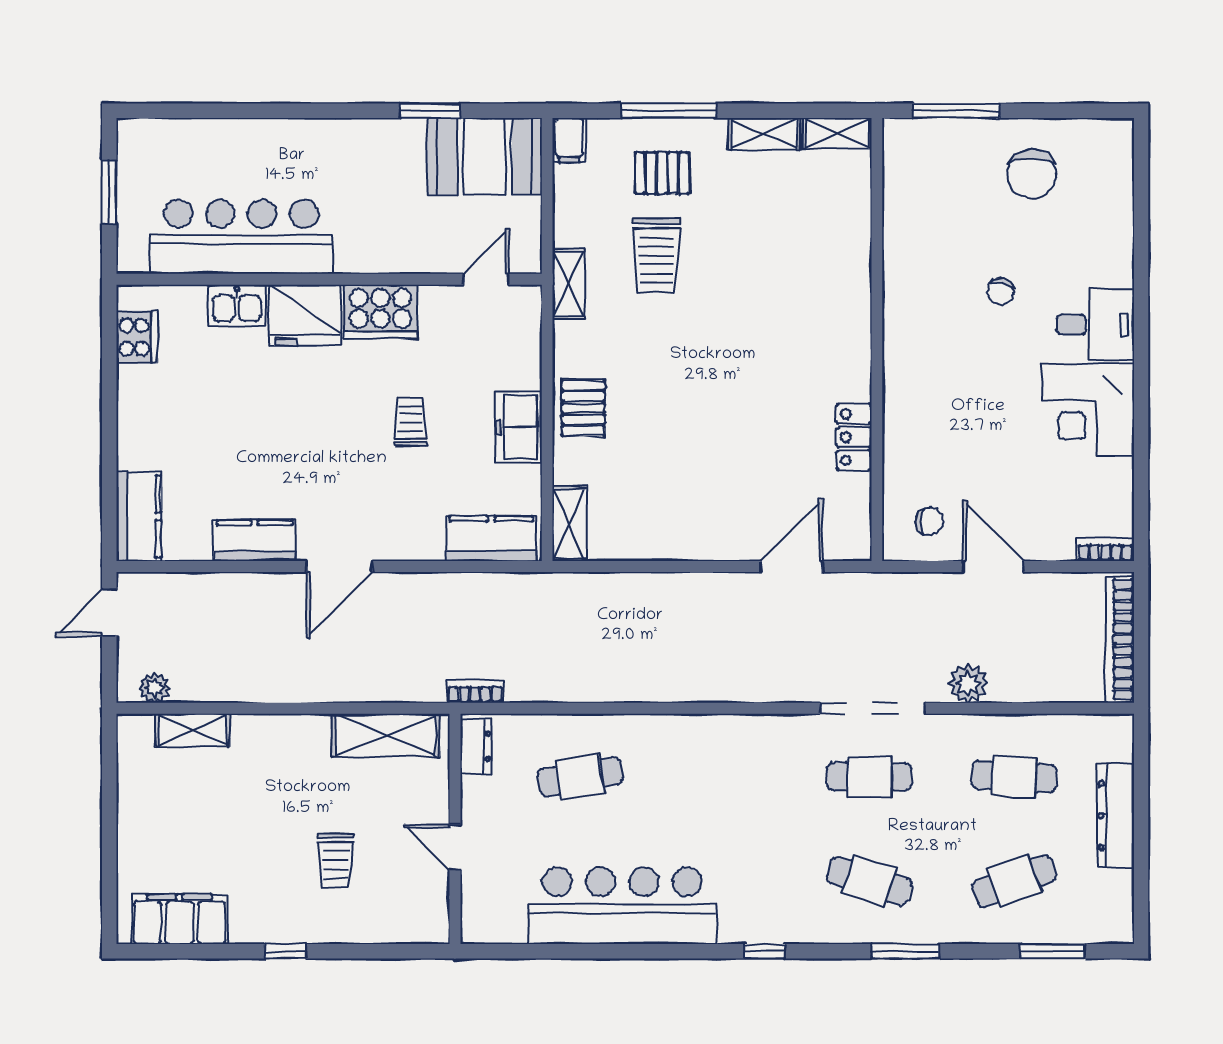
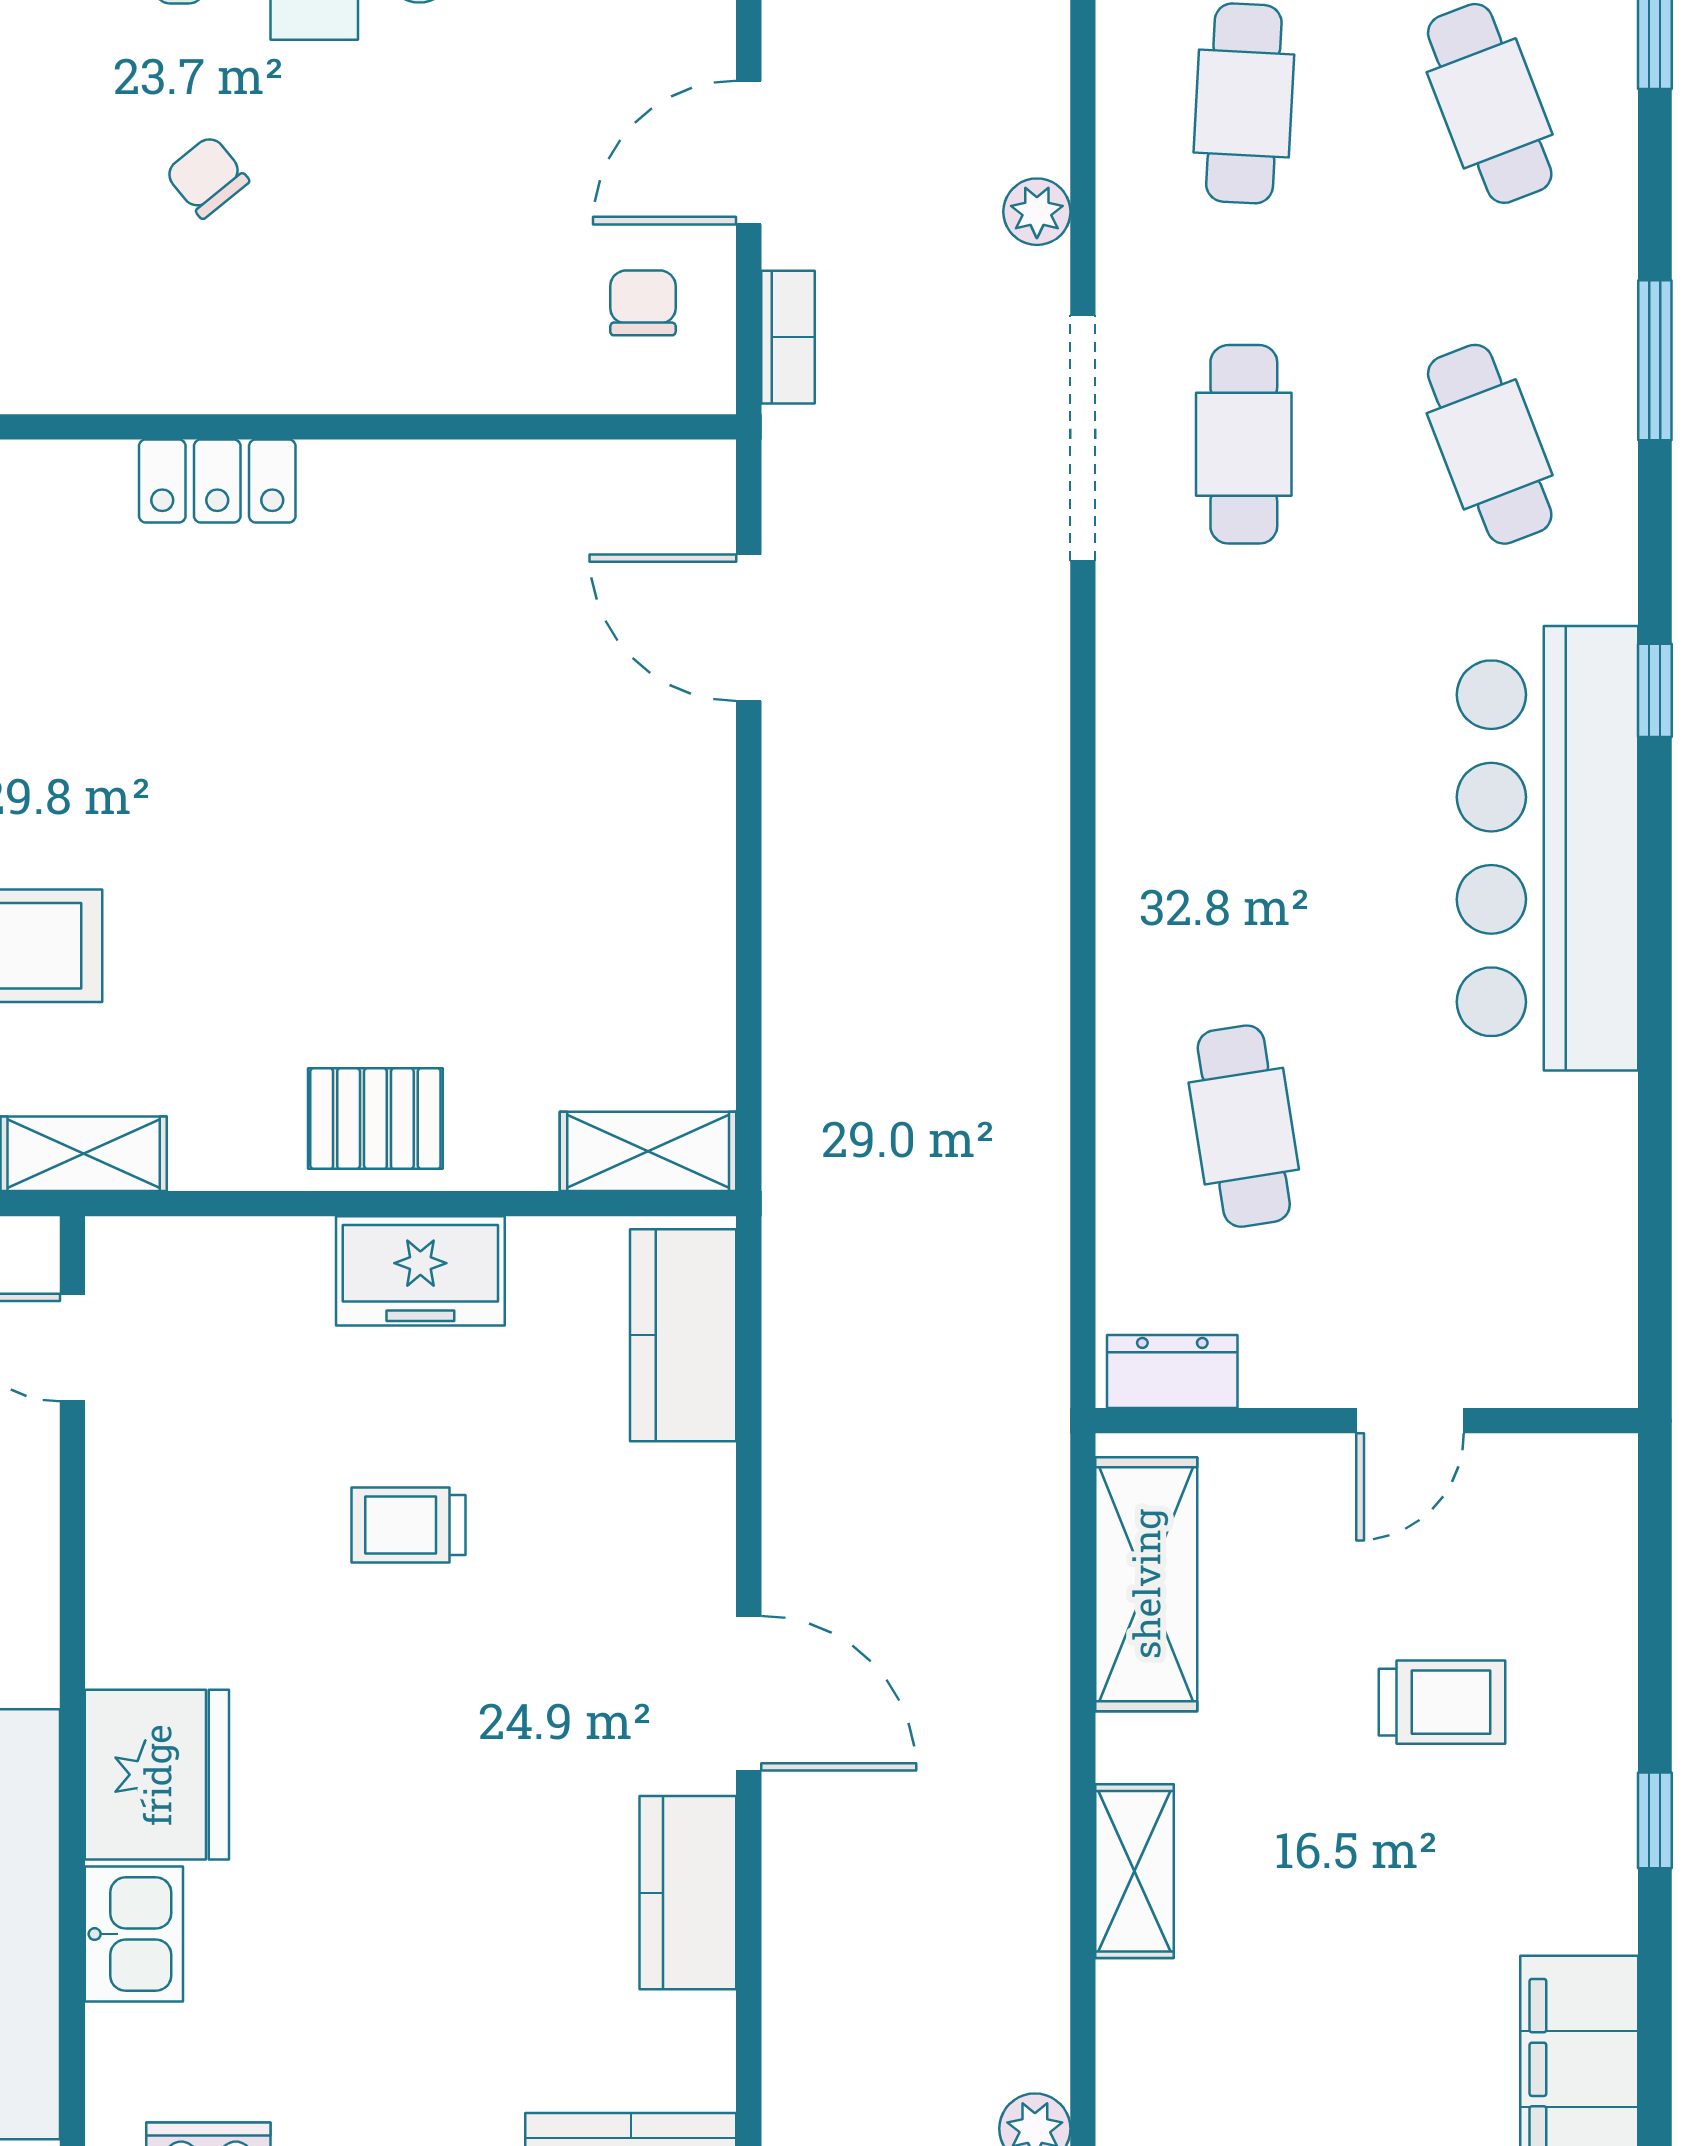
chair: (1000, 291) -> (207, 177), moved, turned -139
cooker: (380, 312) -> (149, 1596), removed
locker: (854, 437) -> (217, 481), moved
plant: (968, 683) -> (1037, 212), width x0.73, depth x0.73
bookcase: (475, 692) -> (788, 337), moved, turned 180
shelving: (192, 730) -> (1134, 1871), moved
cafe table: (870, 881) -> (1490, 444), turned -39
bar counter: (622, 906) -> (1548, 848), moved

